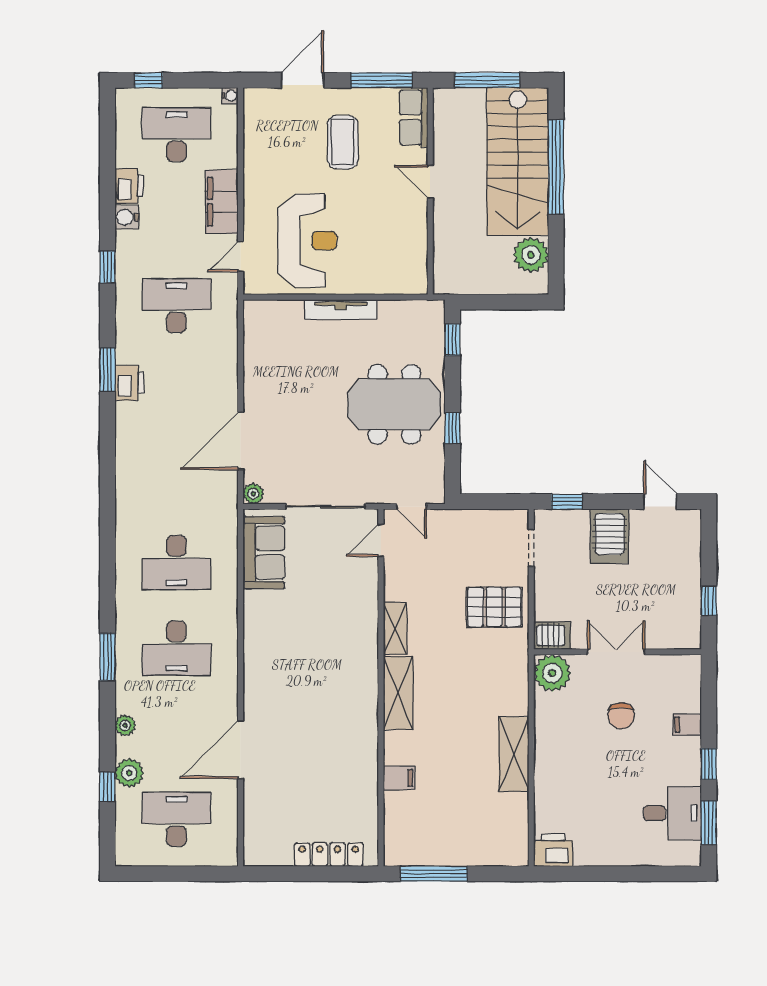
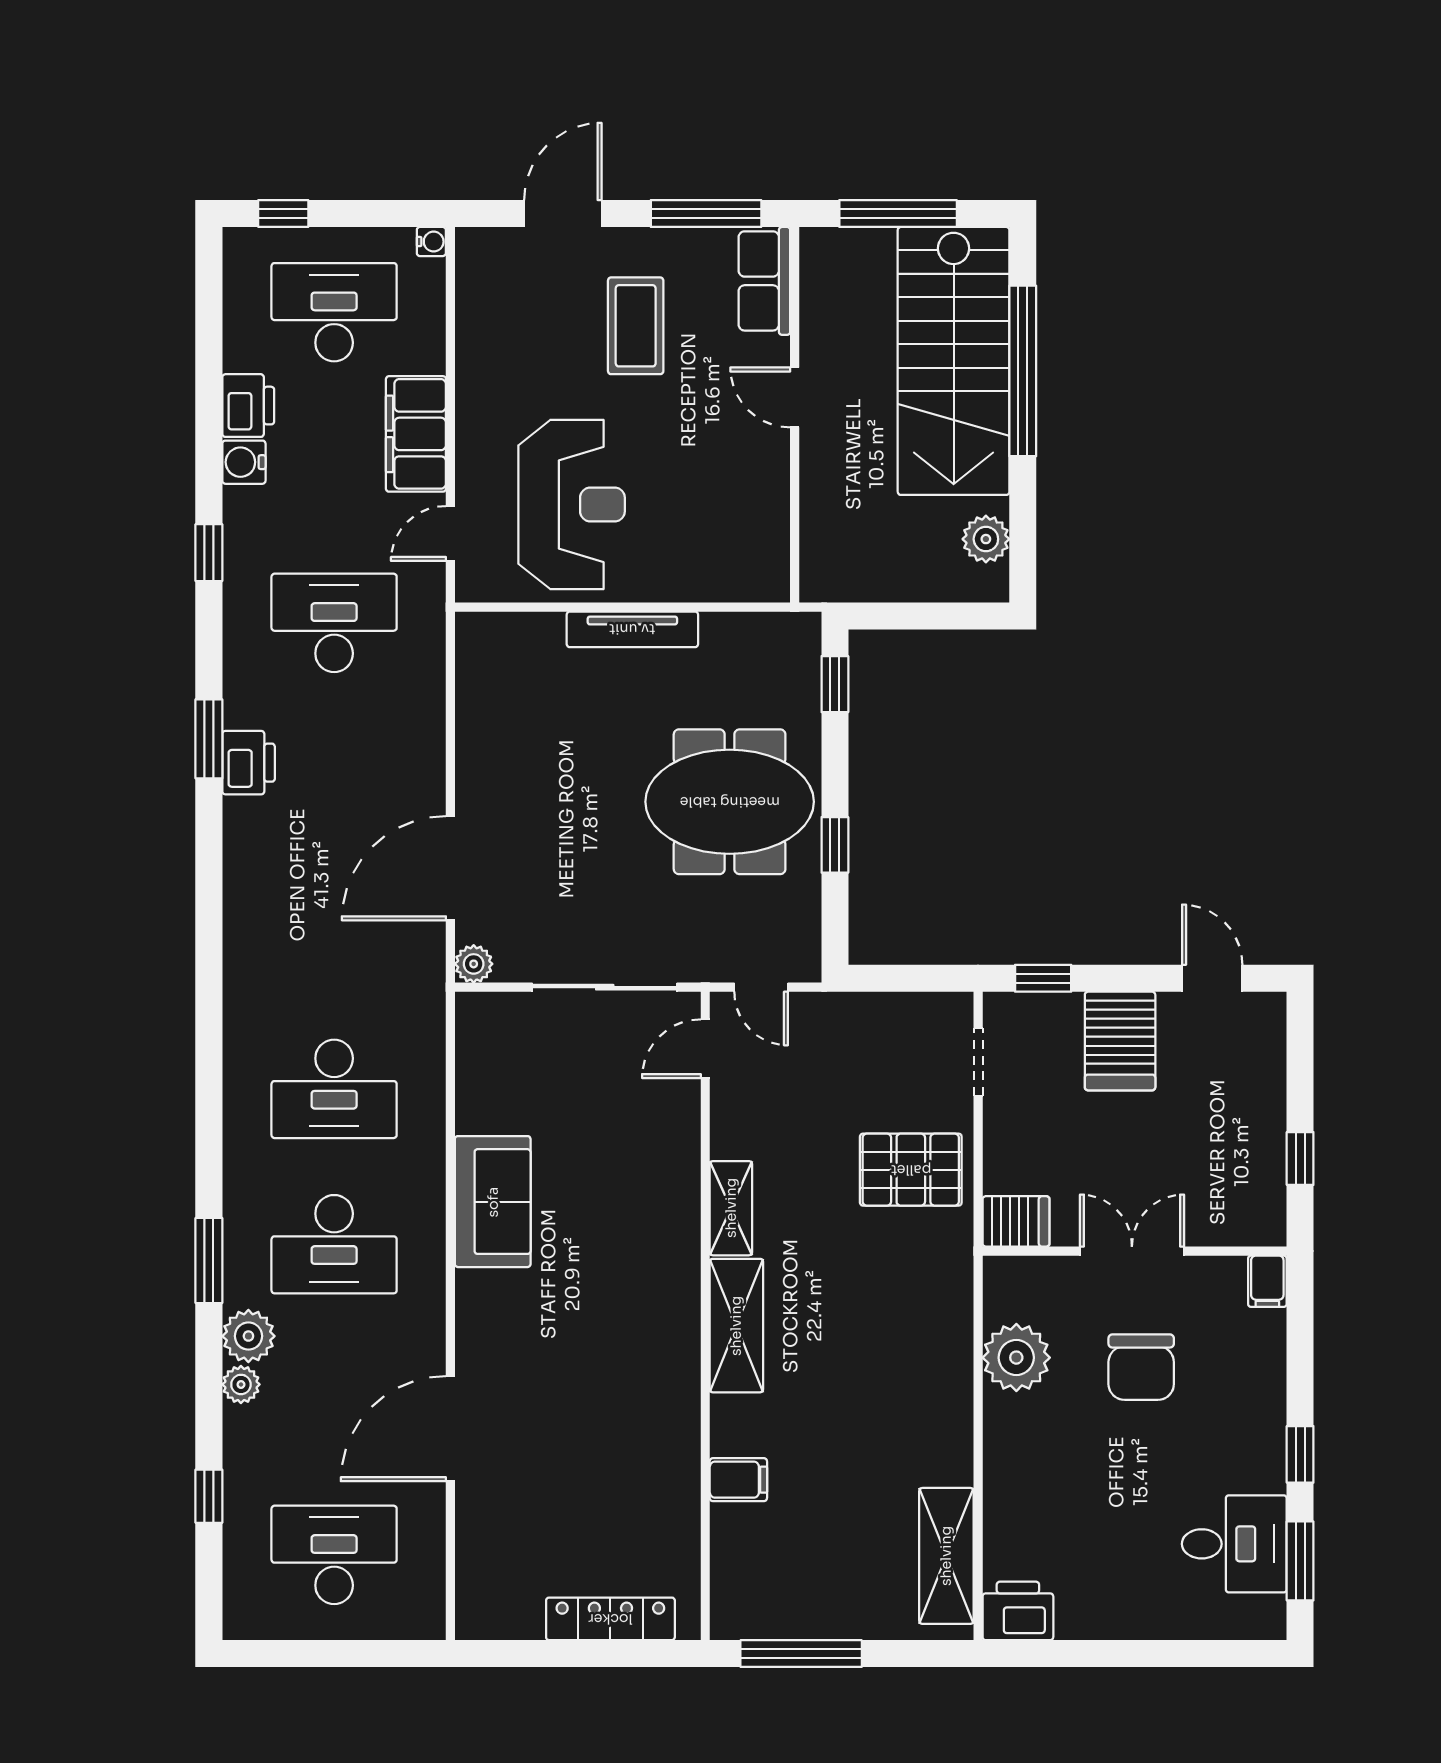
plant: (531, 255) -> (986, 539), width x0.73, depth x0.73
sofa: (264, 553) -> (493, 1202), moved
plant: (552, 673) -> (1016, 1358), moved
chair: (621, 716) -> (1141, 1367), width x1.37, depth x1.37
filing cabinet: (687, 725) -> (1267, 1281), moved, turned -90
shelving: (514, 754) -> (946, 1556), moved
plant: (129, 773) -> (248, 1336), moved

